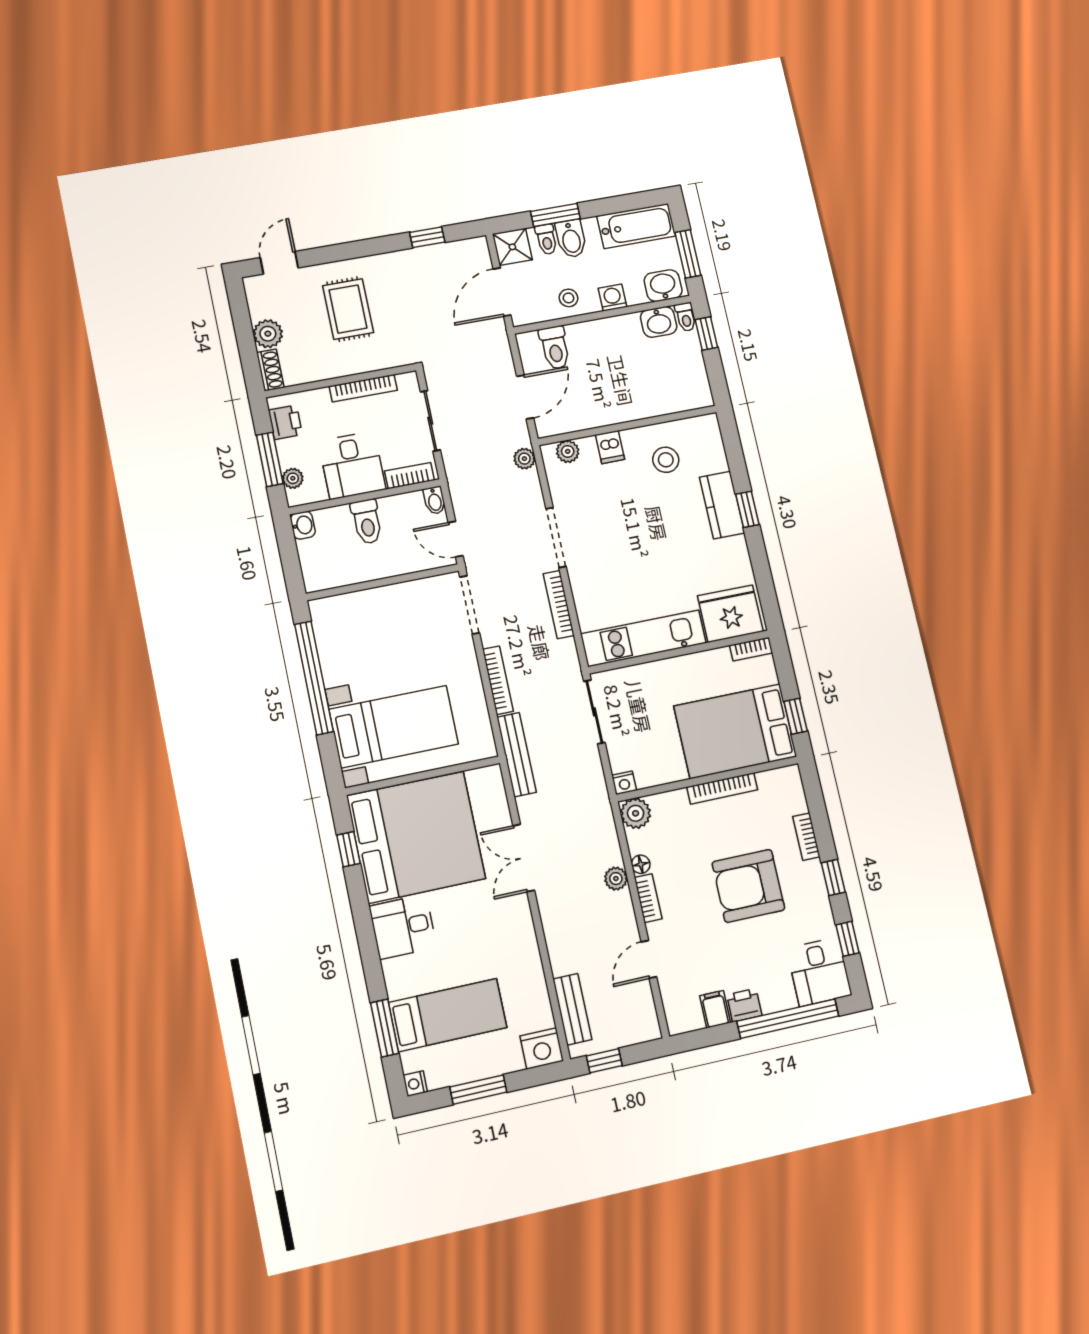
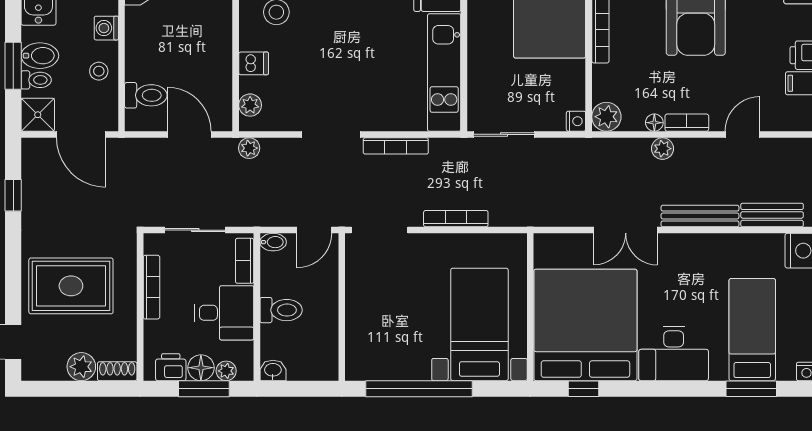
rug: (348, 309) -> (71, 286), width x1.36, depth x1.43
floor lamp: (291, 452) -> (201, 368), added
bench: (517, 755) -> (700, 216), moved
desk: (403, 927) -> (674, 354), width x1.37
door: (649, 959) -> (743, 134), swing flipped

